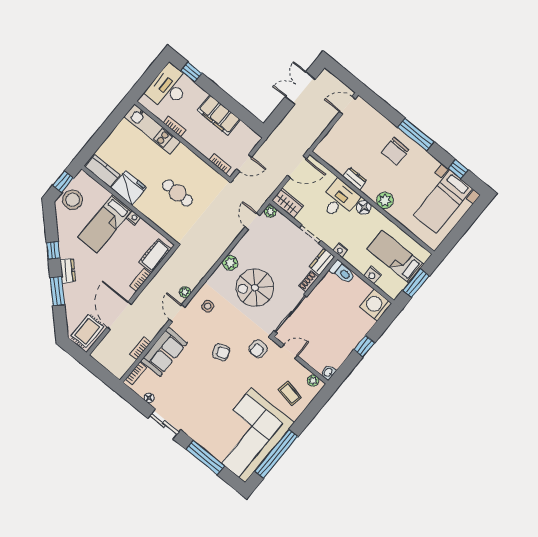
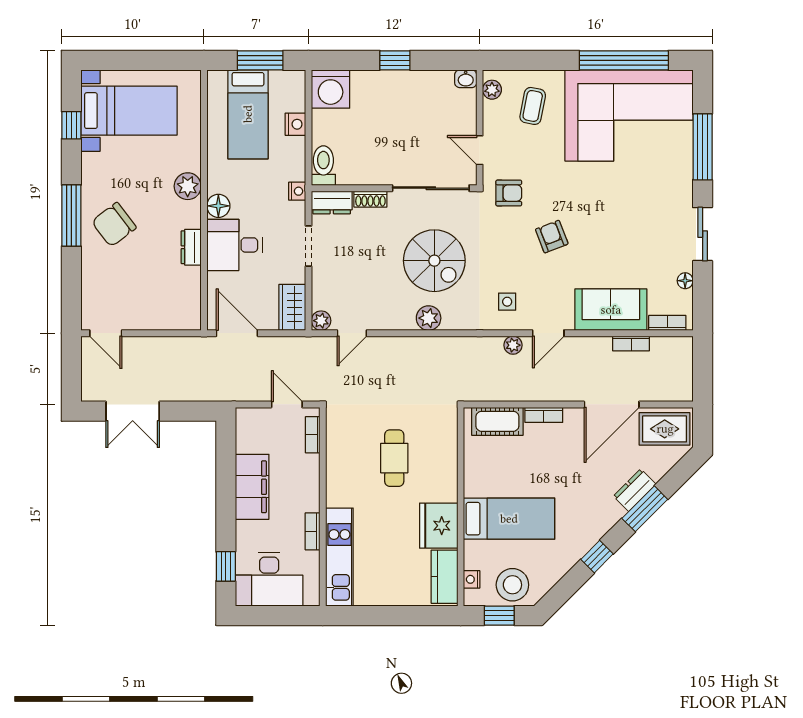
chair: (395, 151) -> (114, 225), turned 143
nightstand: (134, 218) -> (472, 579), moved
dresser: (68, 271) -> (635, 490), moved

